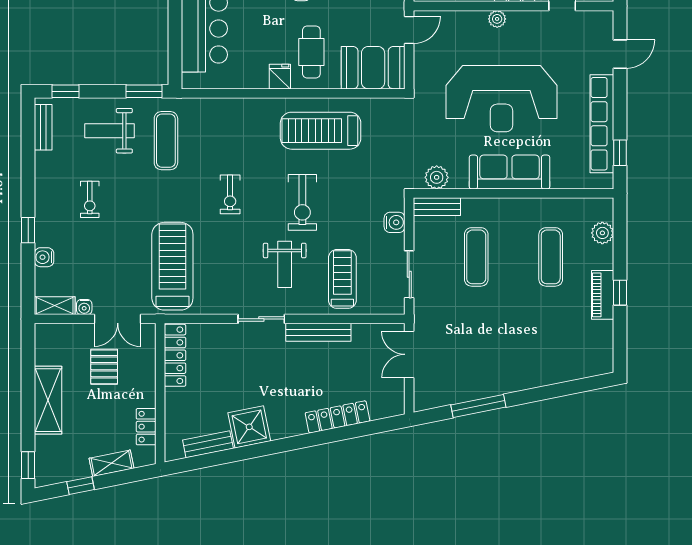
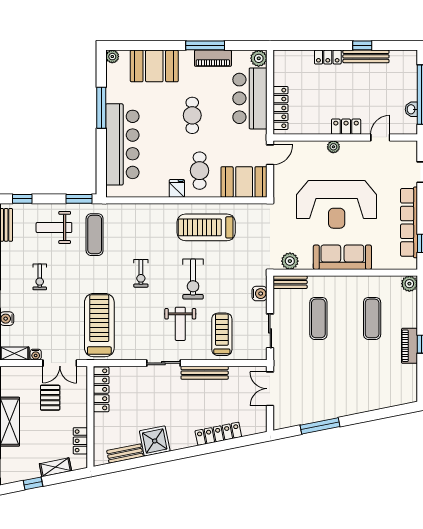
plant: (602, 233) -> (409, 284), moved

